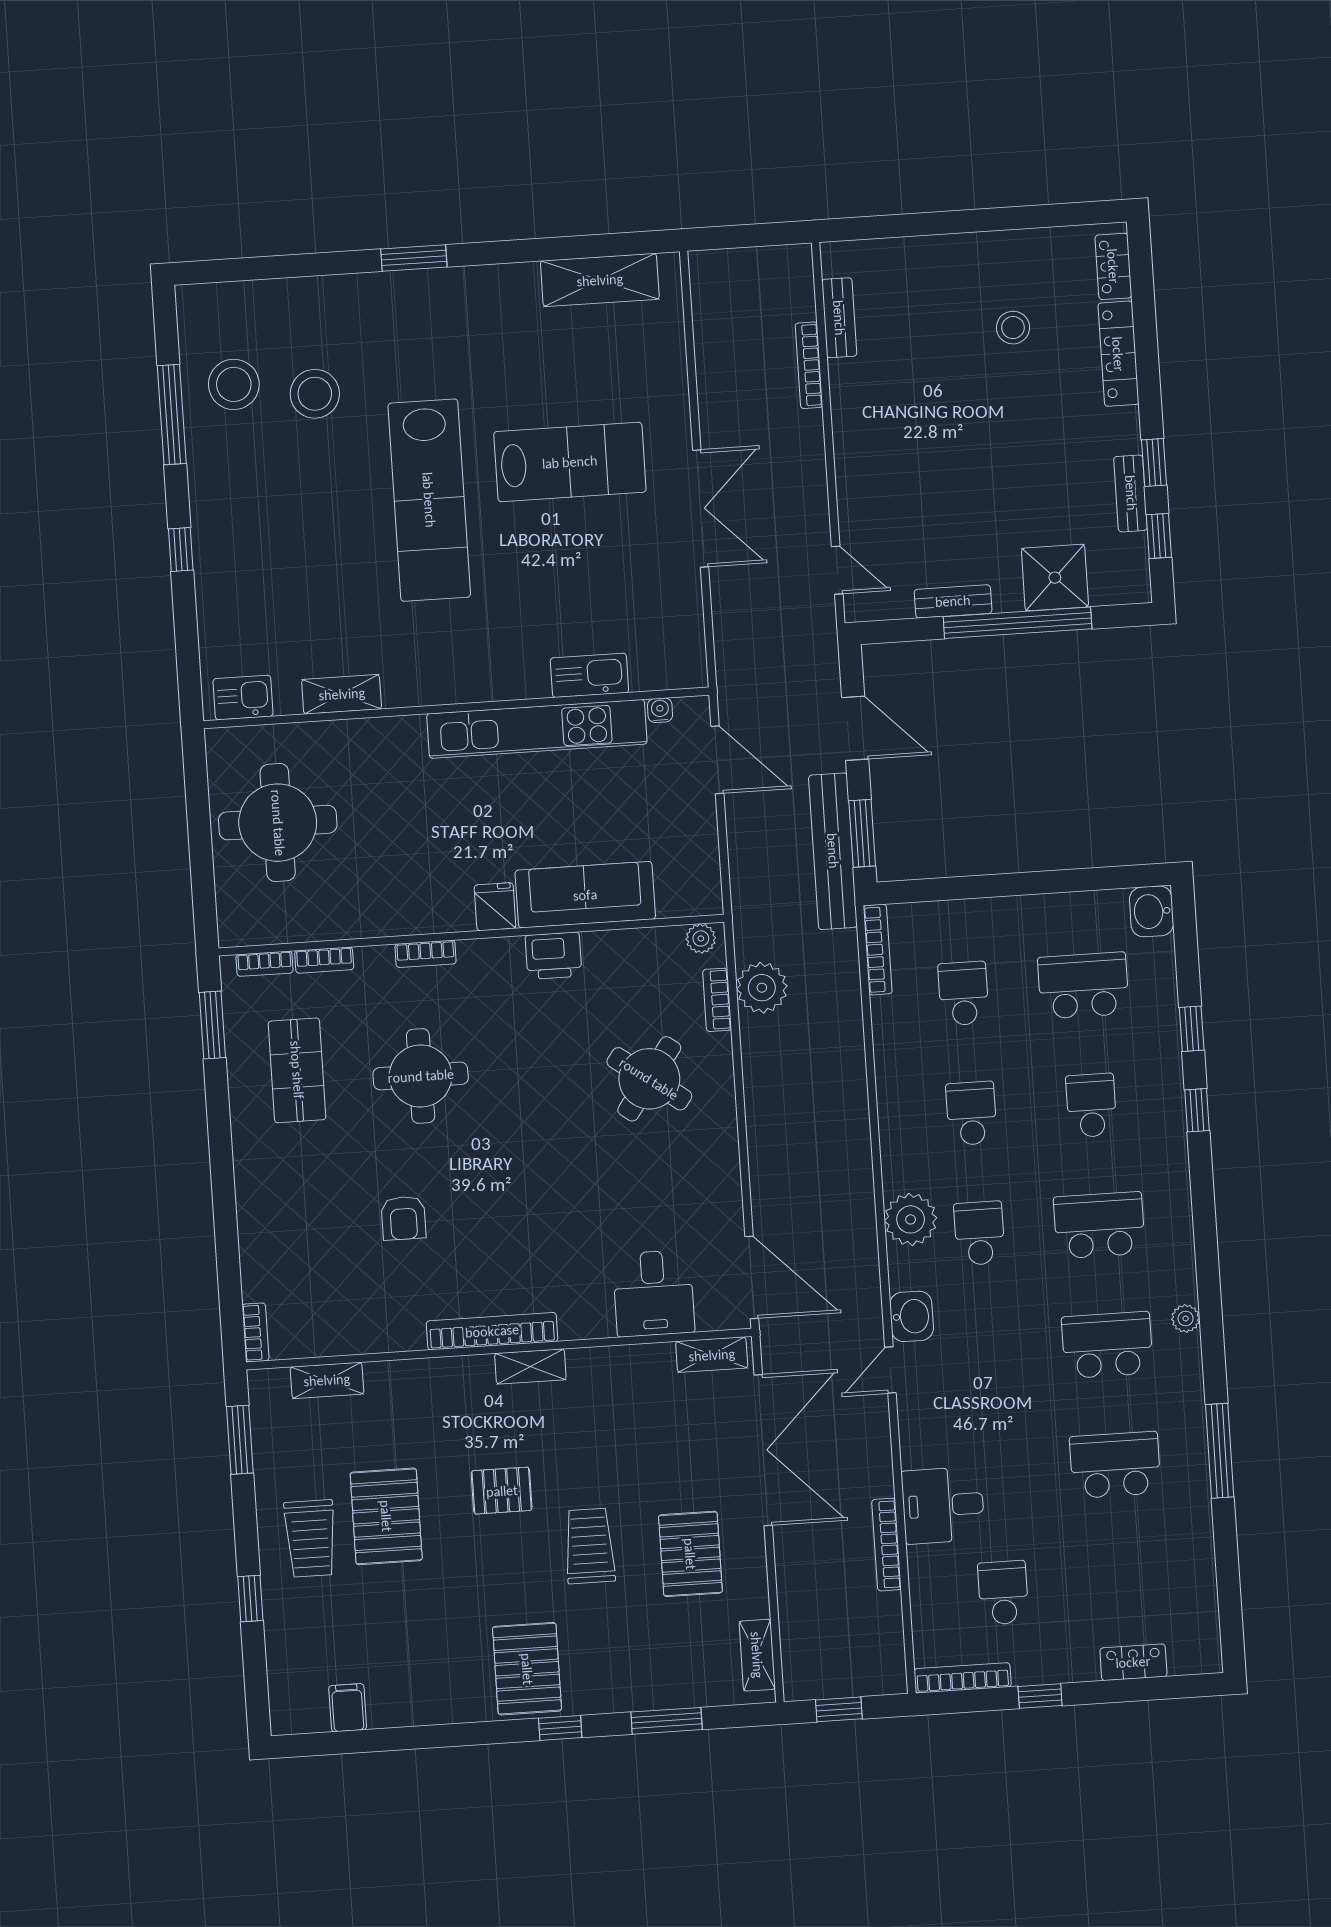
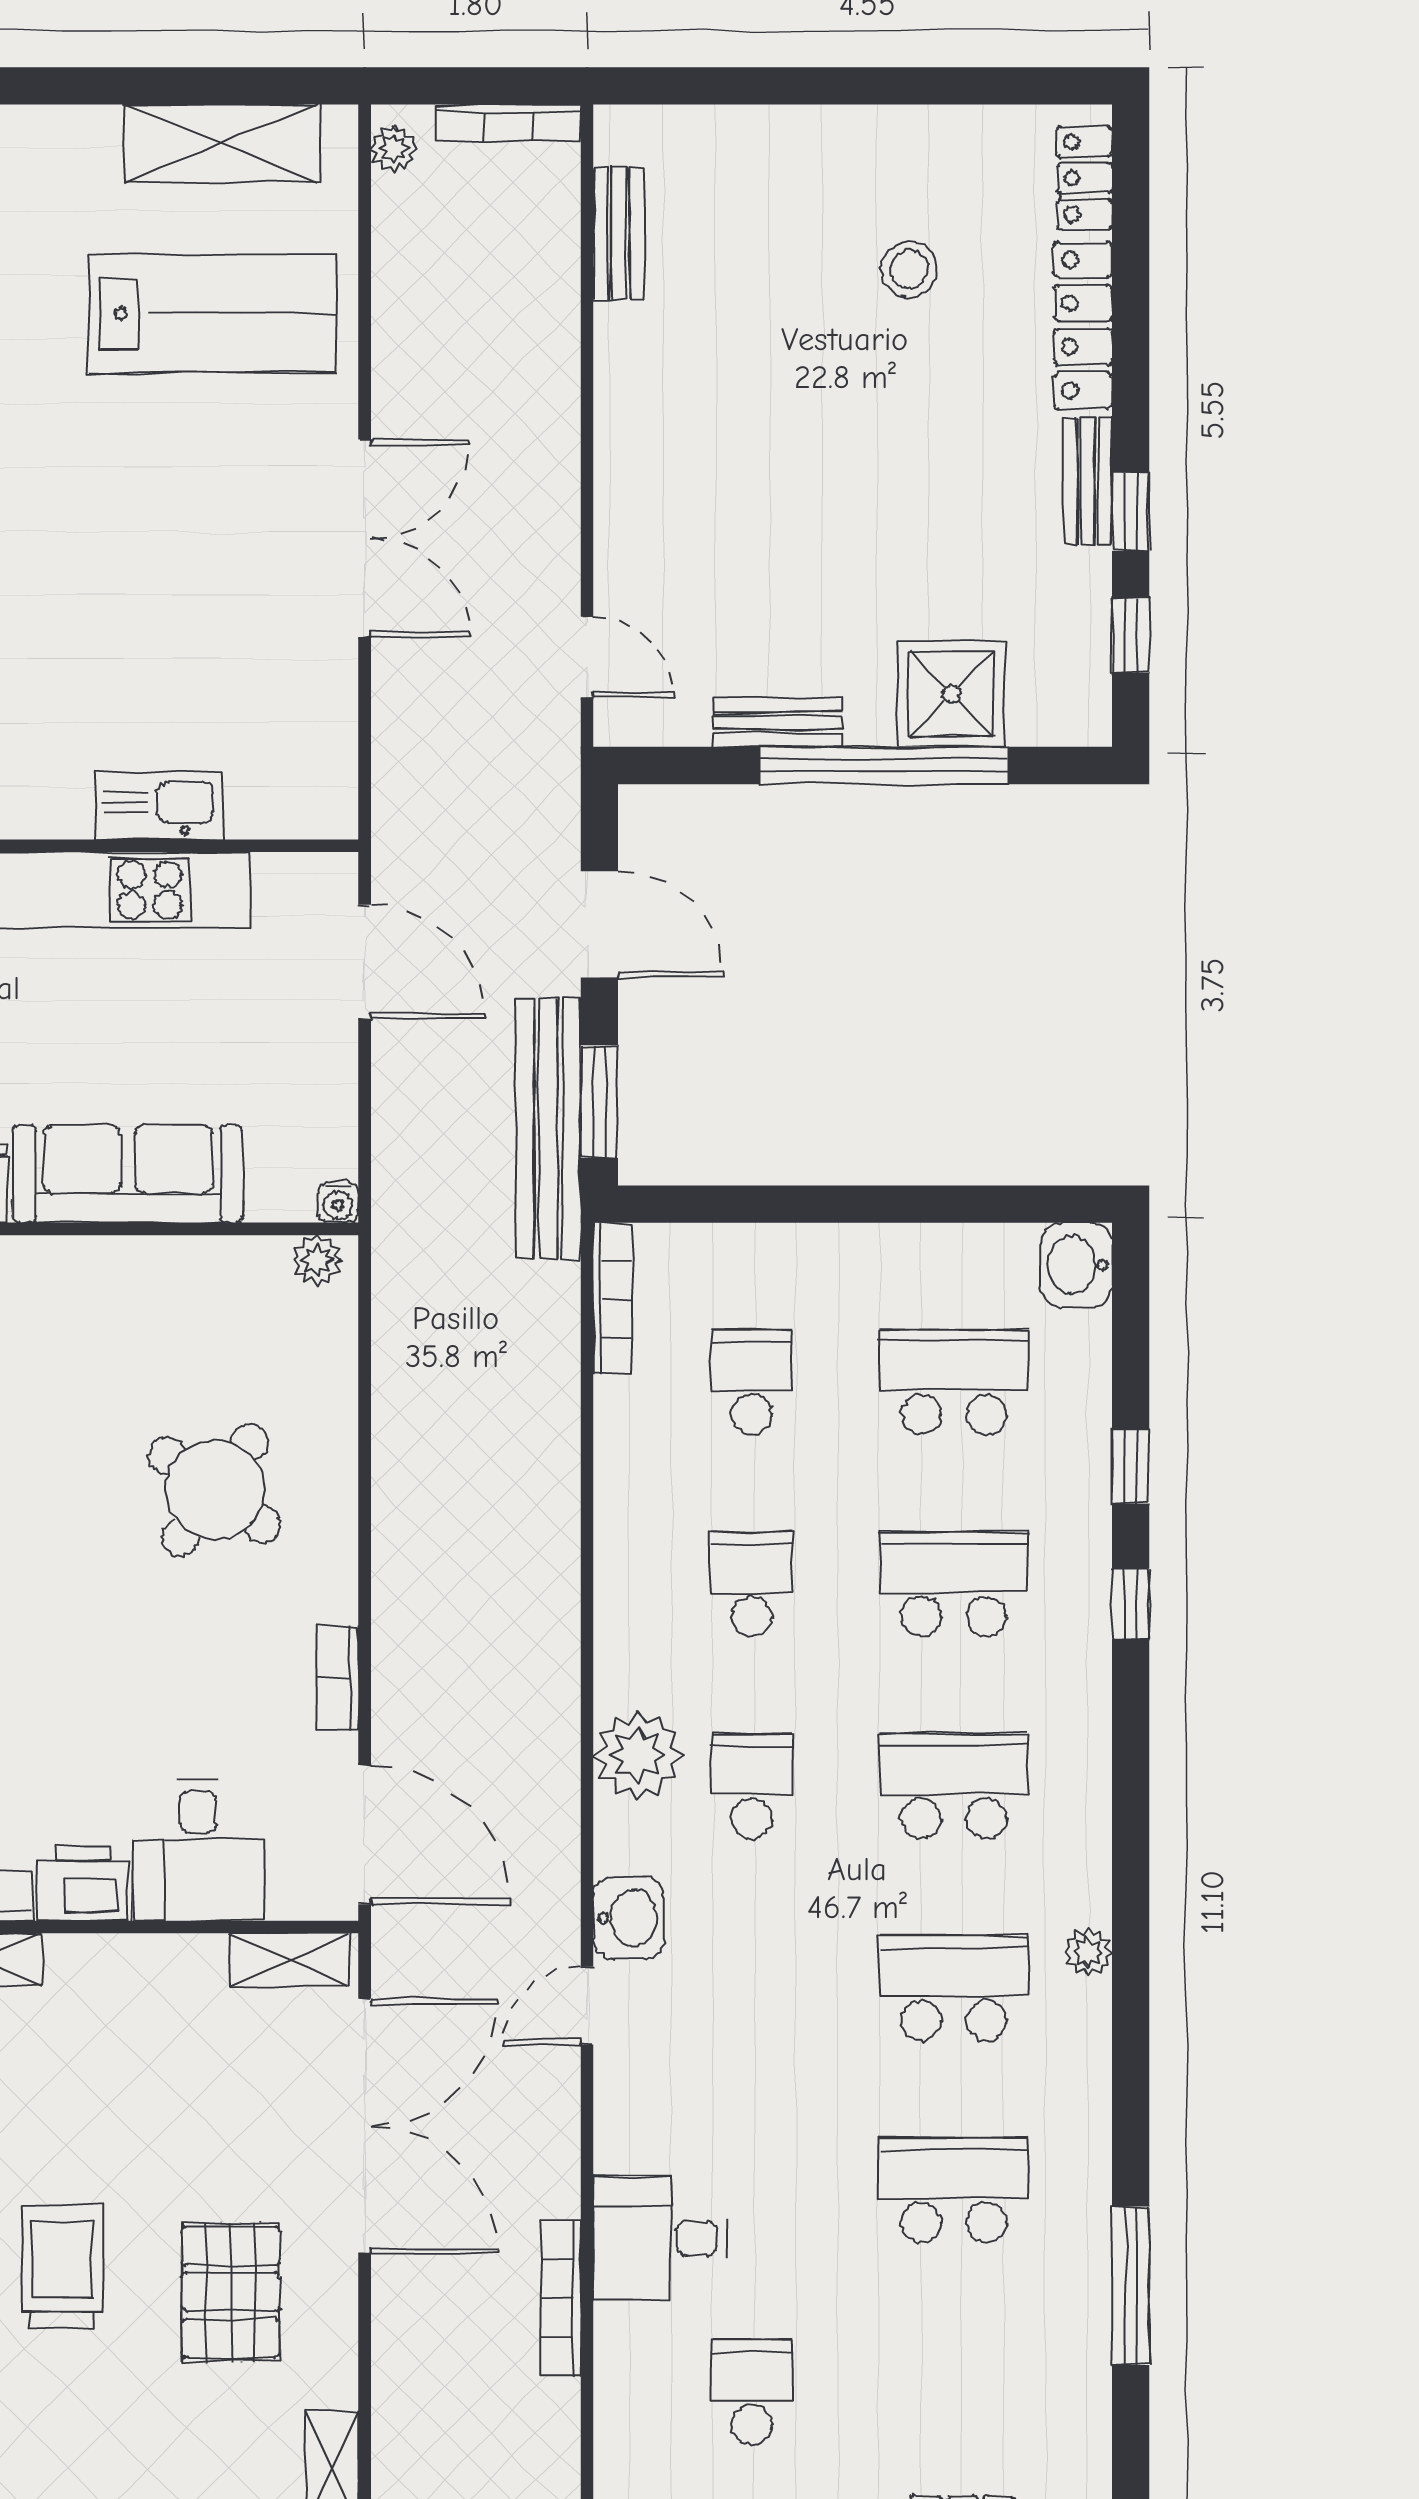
bookcase: (809, 365) -> (509, 123), moved, turned -90
lab bench: (570, 462) -> (213, 313), moved
bench: (1131, 493) -> (1088, 481), moved
water cooler: (660, 710) -> (338, 1202), moved, turned 180
printer: (553, 956) -> (82, 1883), moved, turned 180
plant: (762, 988) -> (394, 148), moved, width x0.53, depth x0.53
bookcase: (717, 1000) -> (337, 1677), moved
school desk: (1091, 1105) -> (954, 1584), width x1.85
window: (1220, 1451) -> (1131, 2286), moved

